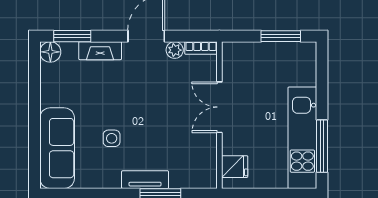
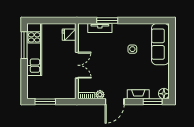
tv unit: (145, 180) -> (100, 28), moved

